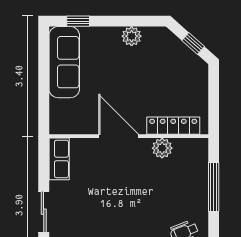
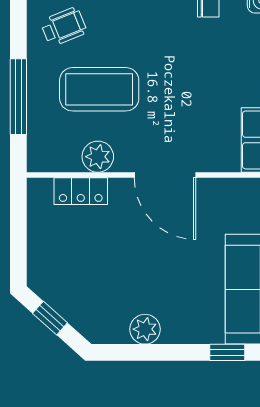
locker: (173, 126) -> (81, 191), width x0.66
coffee table: (161, 192) -> (99, 89), added

